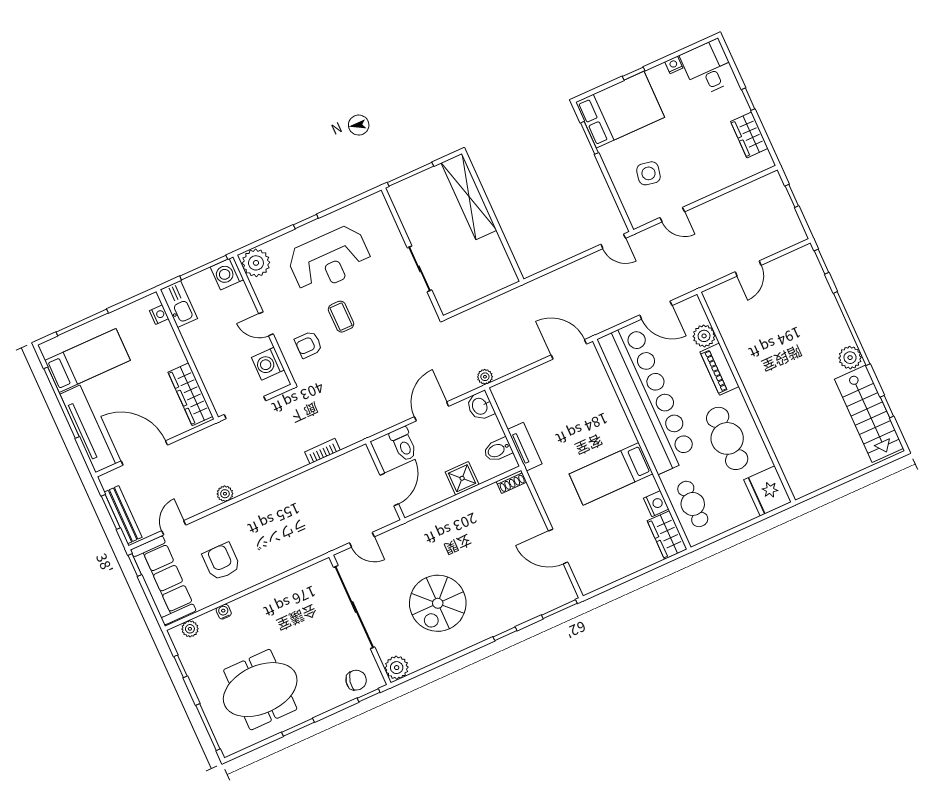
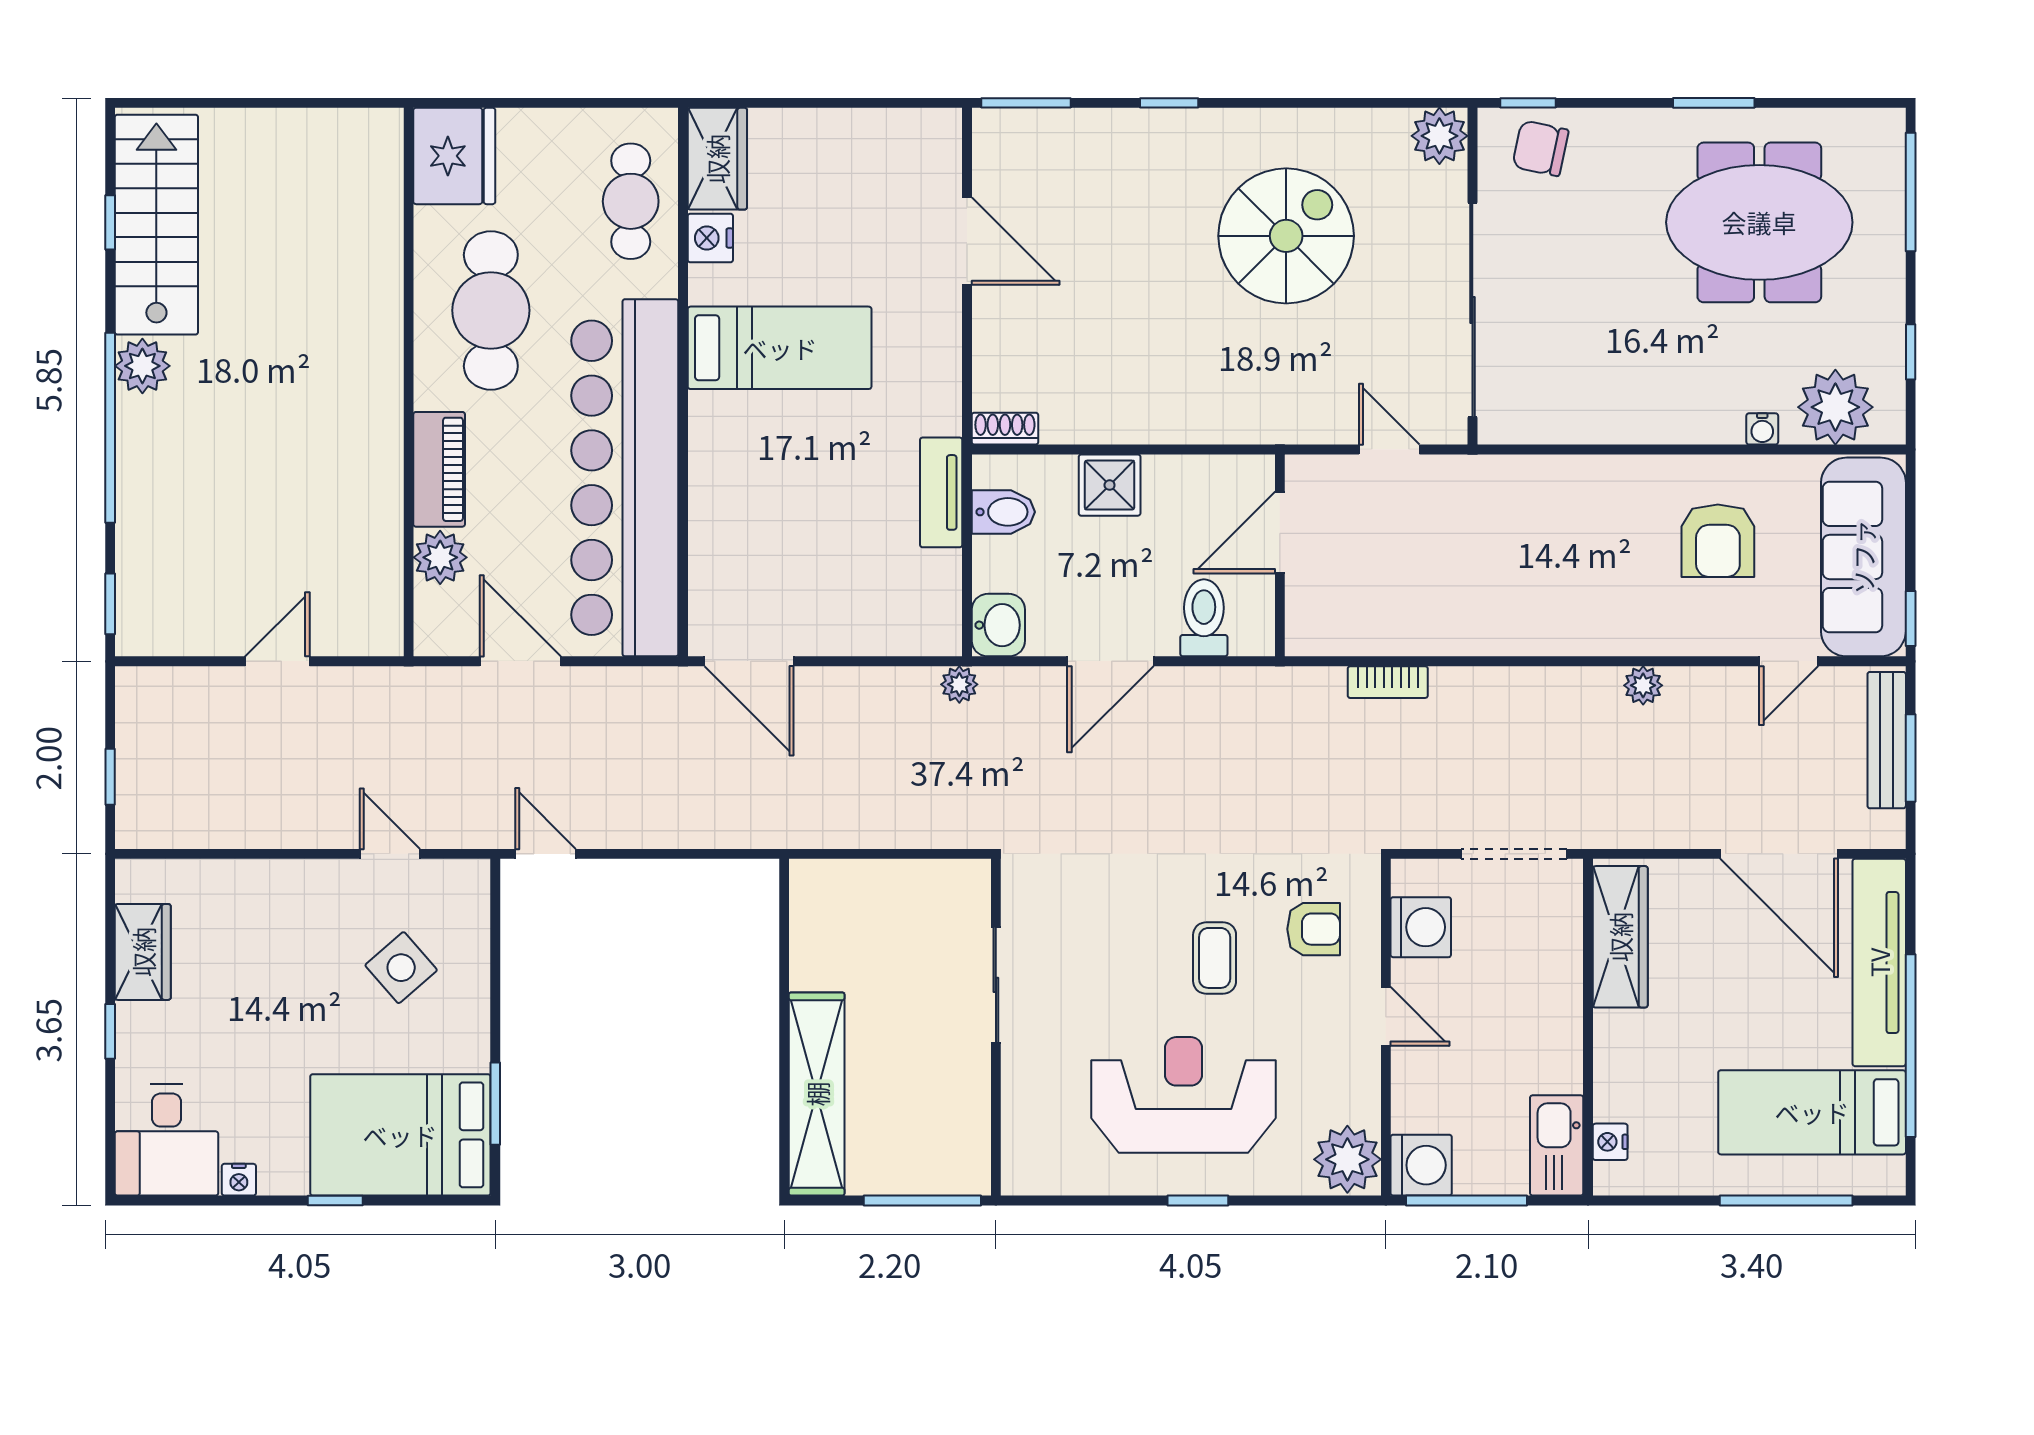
side table: (648, 173) -> (401, 968), turned 38
plant: (190, 629) -> (1835, 407), width x1.87, depth x1.87

